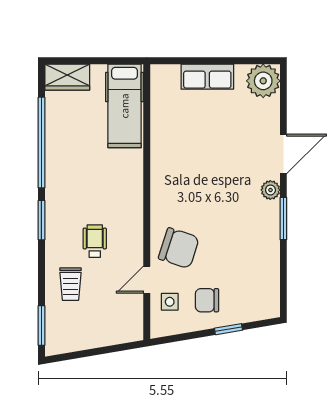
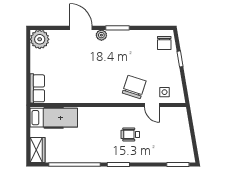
row of seats: (207, 77) -> (37, 88), moved
trolley: (70, 284) -> (155, 148), removed
chair: (207, 300) -> (164, 43), moved

